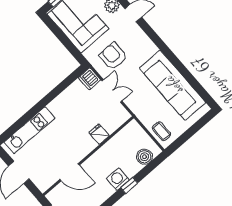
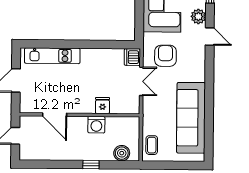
washing machine: (118, 179) -> (96, 125), moved, turned 180

